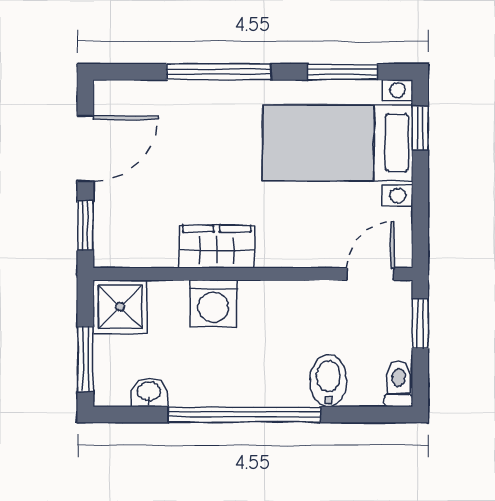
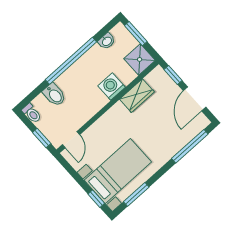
window: (219, 72) -> (190, 146), moved
wardrobe: (217, 247) -> (137, 96), moved

